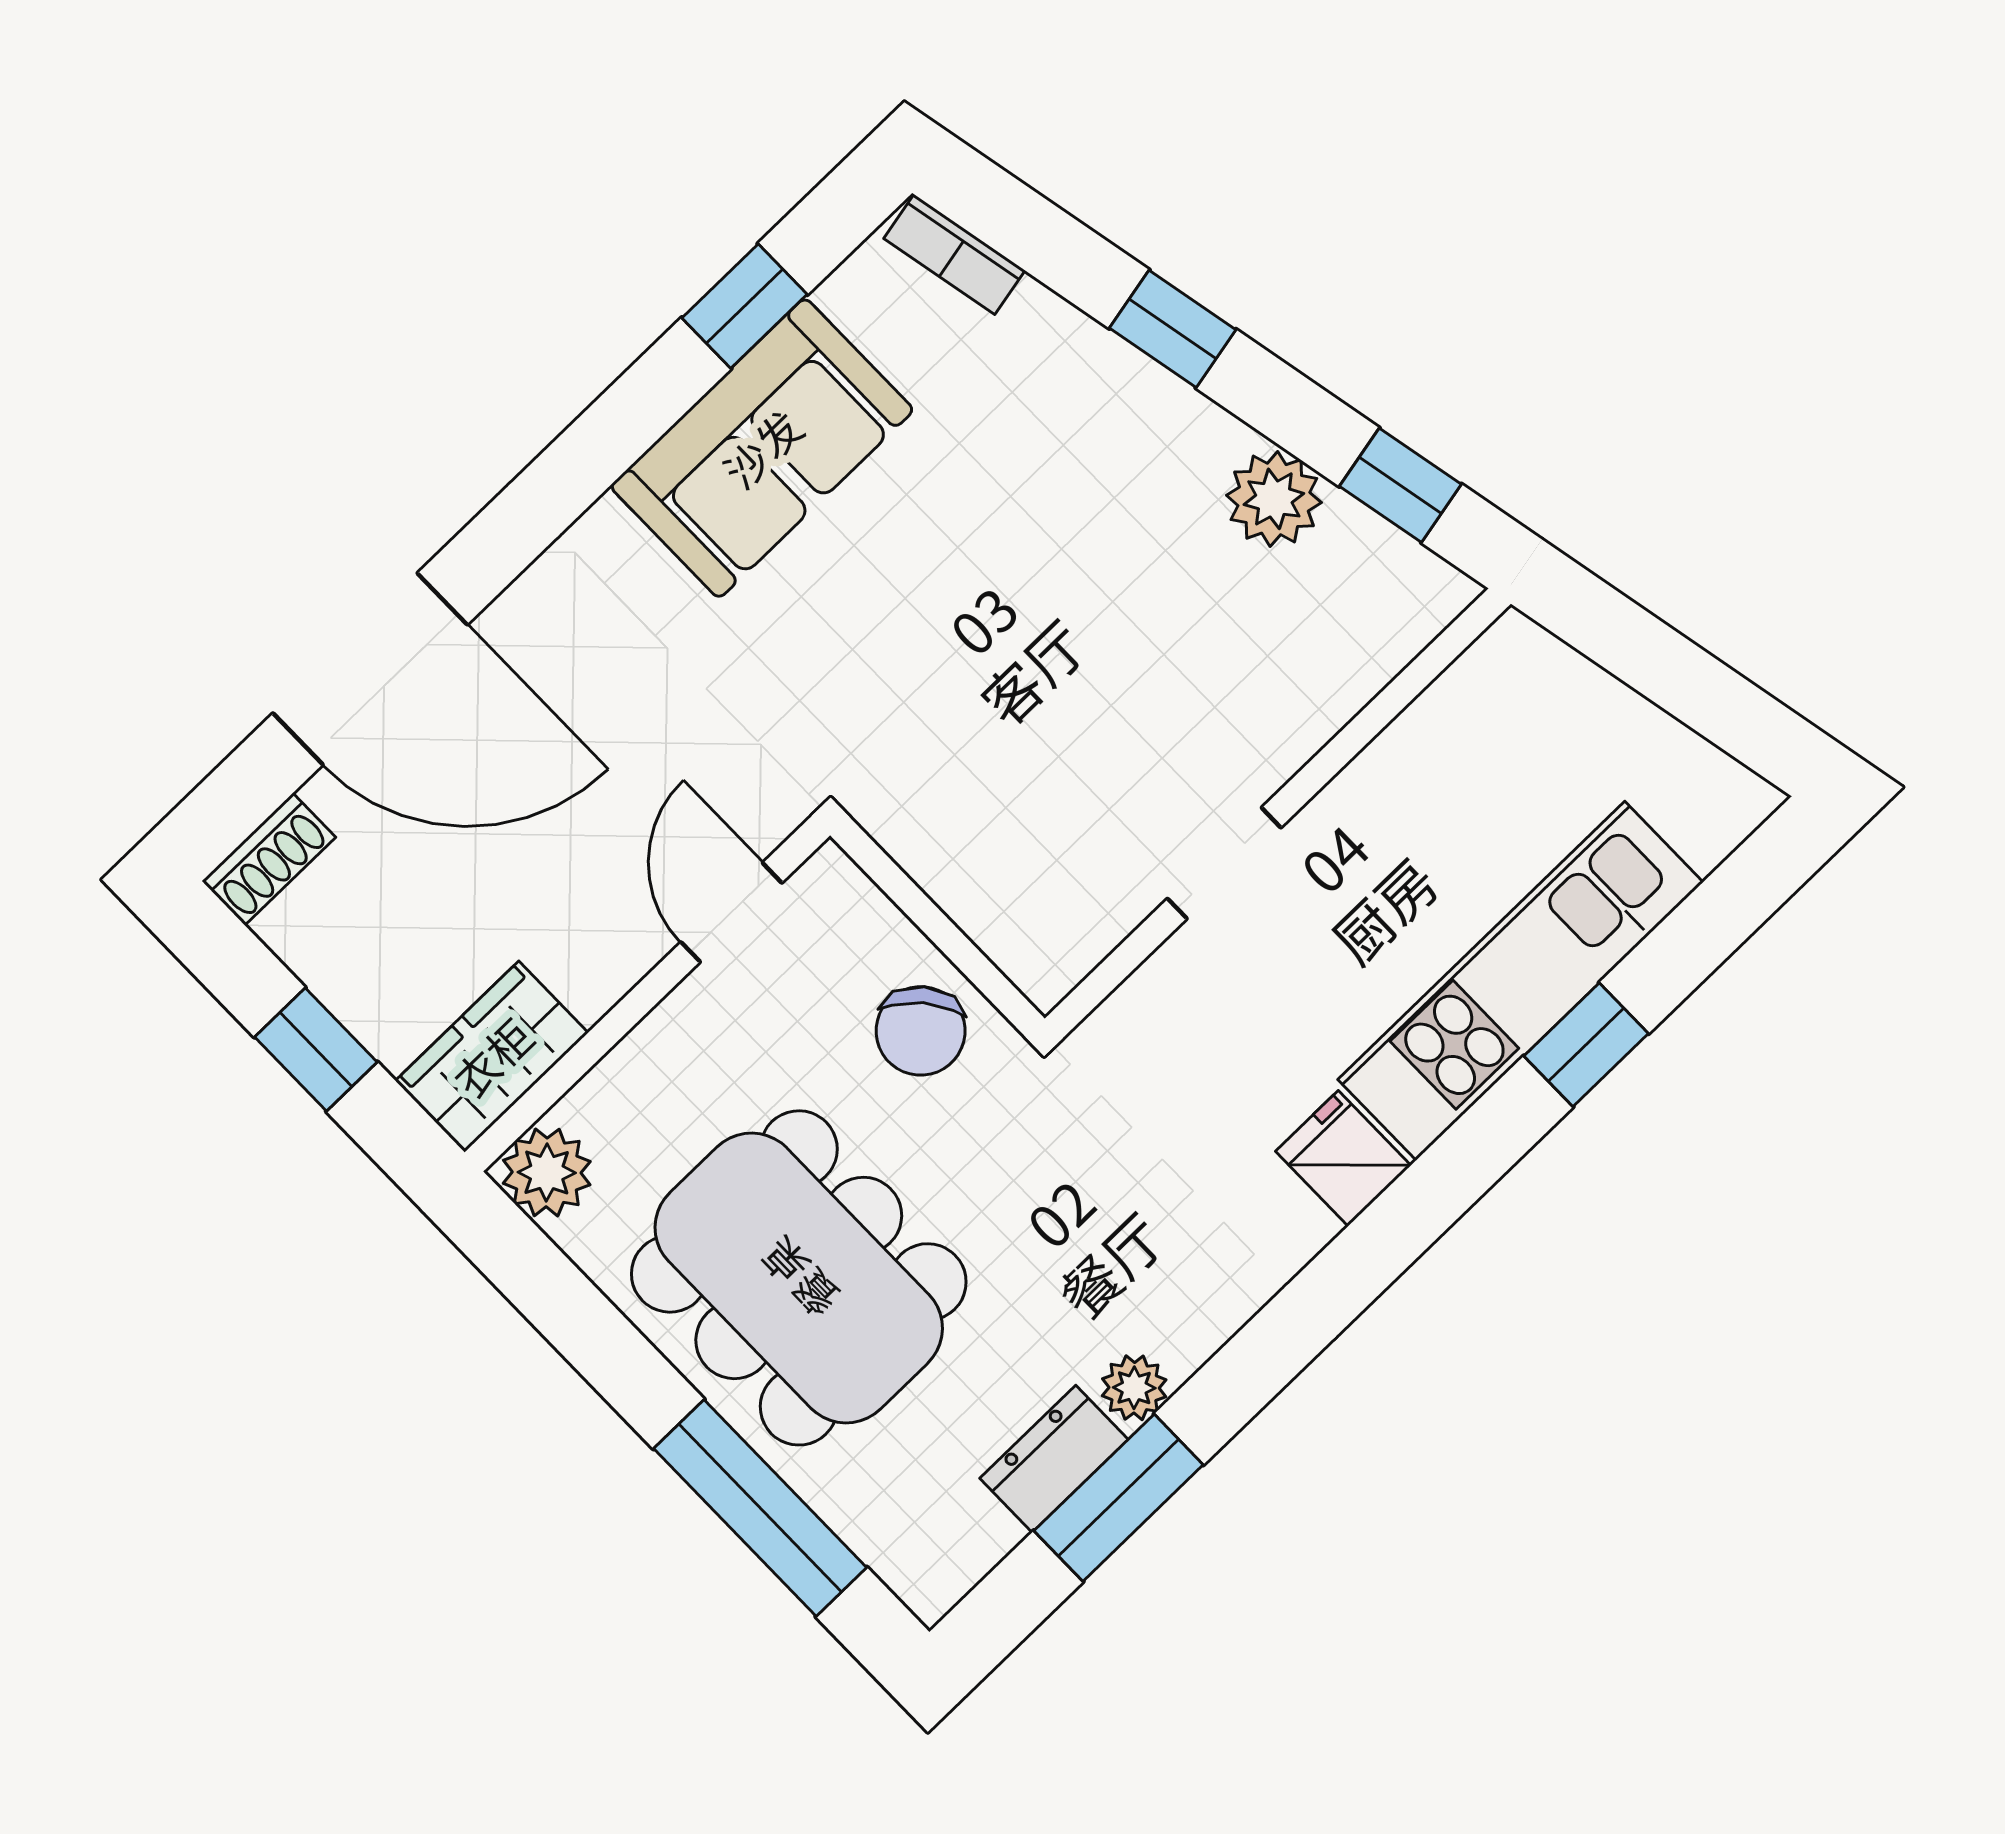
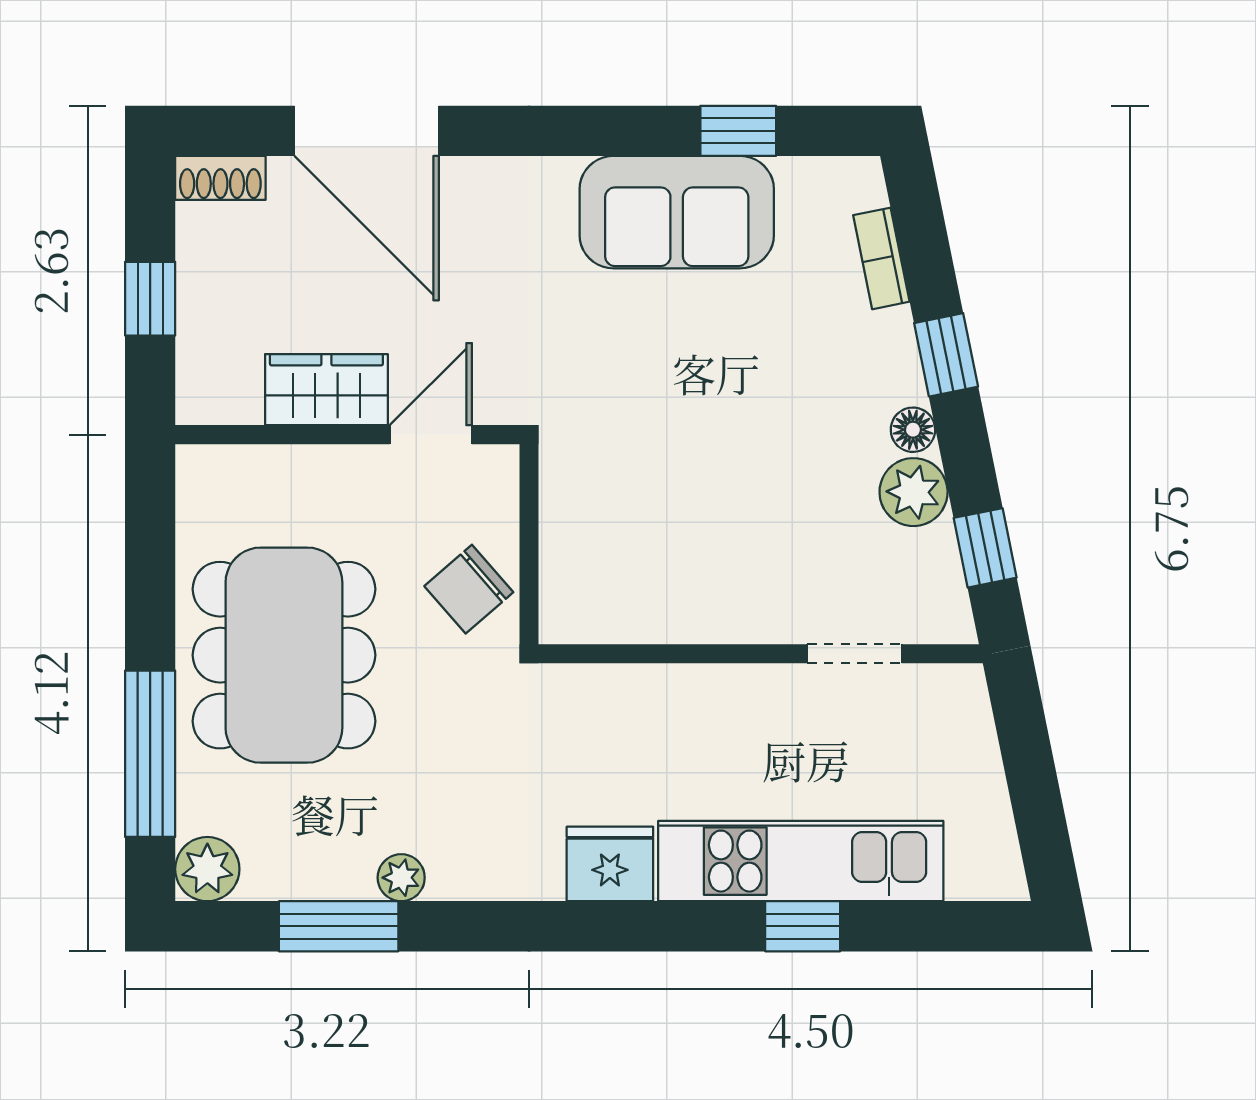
bookcase: (954, 254) -> (881, 258), moved
floor lamp: (1212, 437) -> (913, 430), added
doorway: (1224, 863) -> (854, 654), moved
wardrobe: (492, 1057) -> (326, 390), moved
fridge: (1343, 1158) -> (610, 864), width x1.38
plant: (547, 1172) -> (207, 869), moved
dresser: (1054, 1459) -> (325, 874), removed

